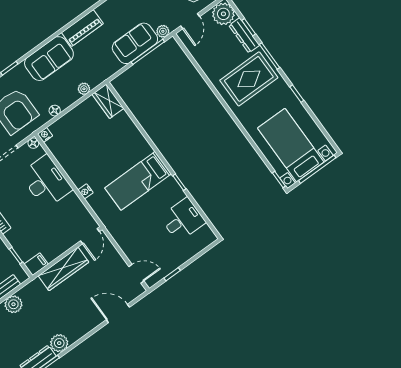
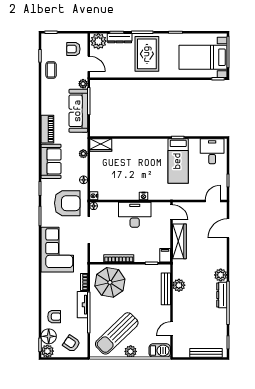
sofa: (135, 43) -> (78, 111), width x1.36
bed: (138, 181) -> (178, 161), moved
desk: (46, 182) -> (135, 215), moved
desk: (183, 220) -> (212, 151), moved

